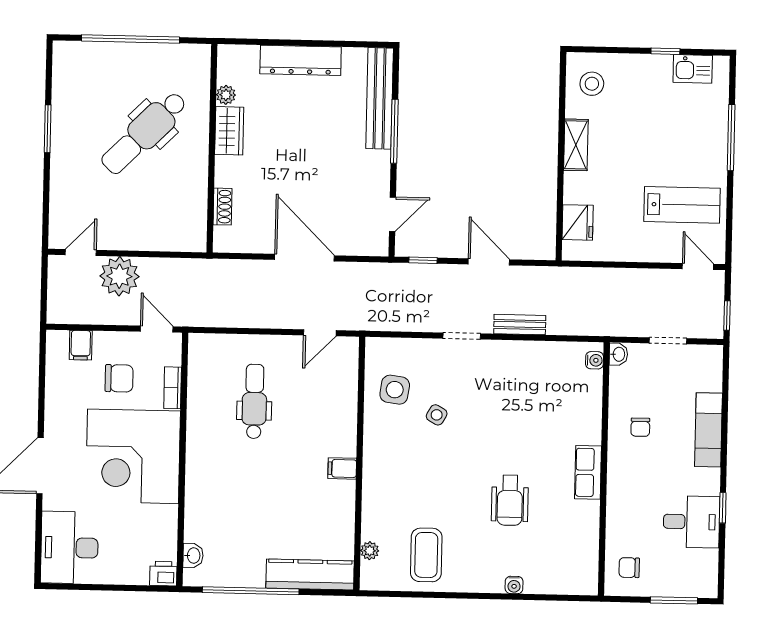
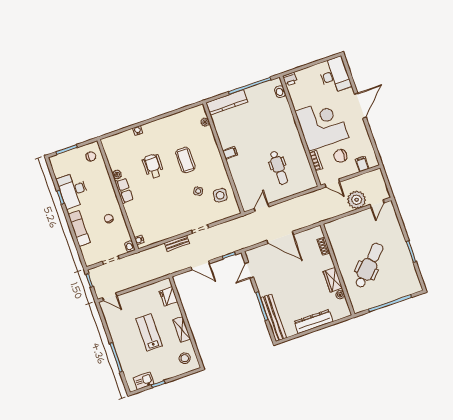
lab bench: (682, 205) -> (149, 332), moved, turned 90
plant: (590, 511) -> (117, 174), added
desk: (691, 522) -> (73, 190), width x1.37
coffee table: (426, 555) -> (185, 160), moved

